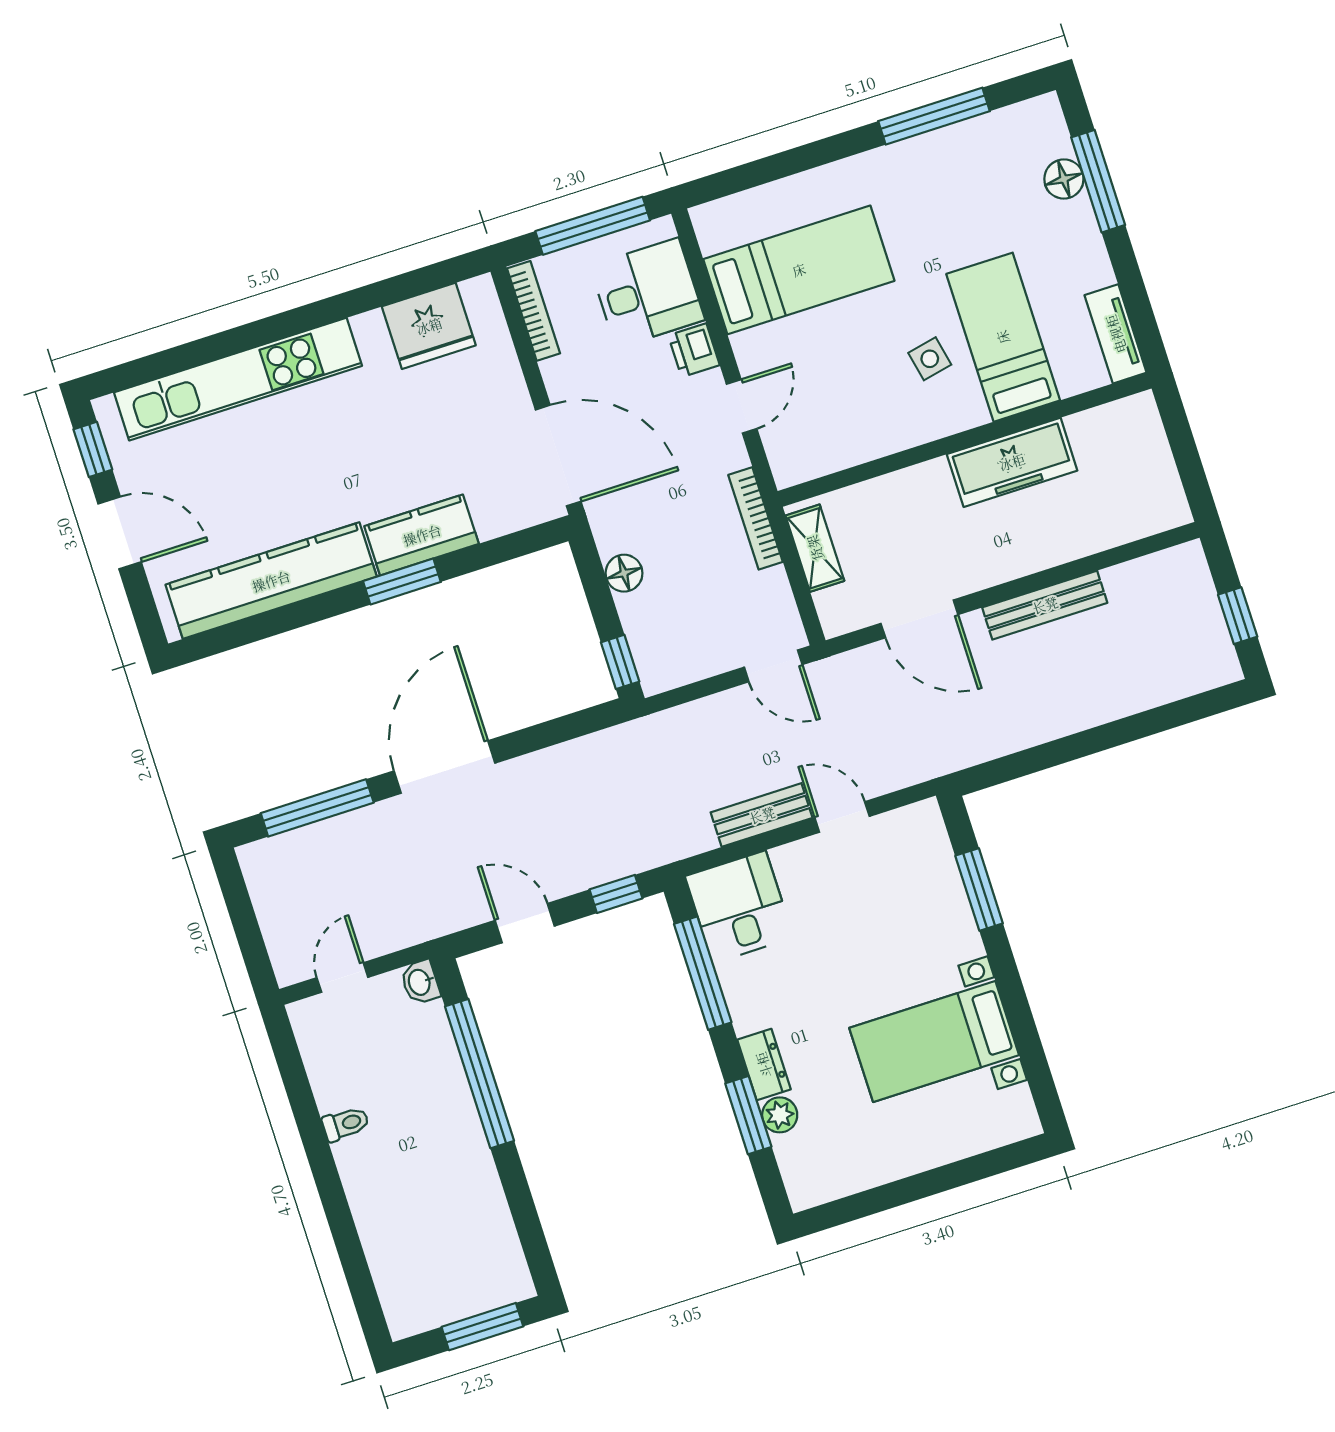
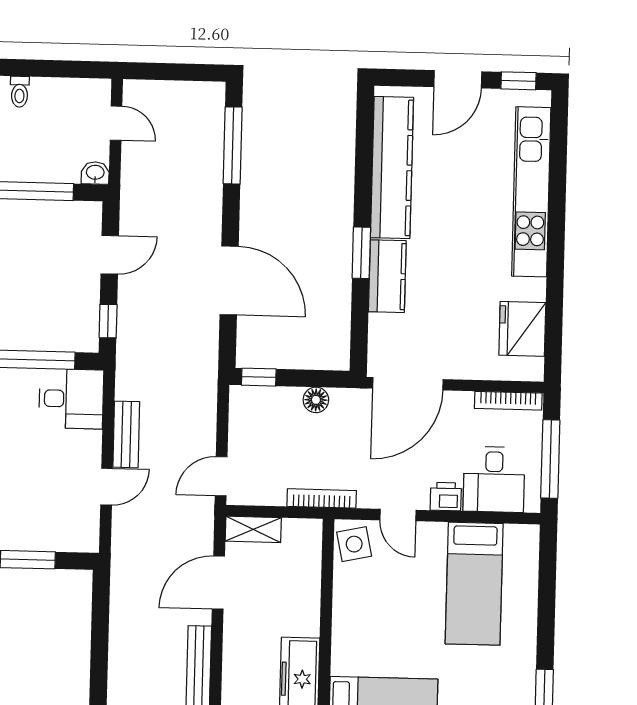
side table: (930, 359) -> (354, 544), moved, width x1.37, depth x1.37
shelving: (815, 548) -> (253, 529), moved
door: (445, 767) -> (229, 280), moved

